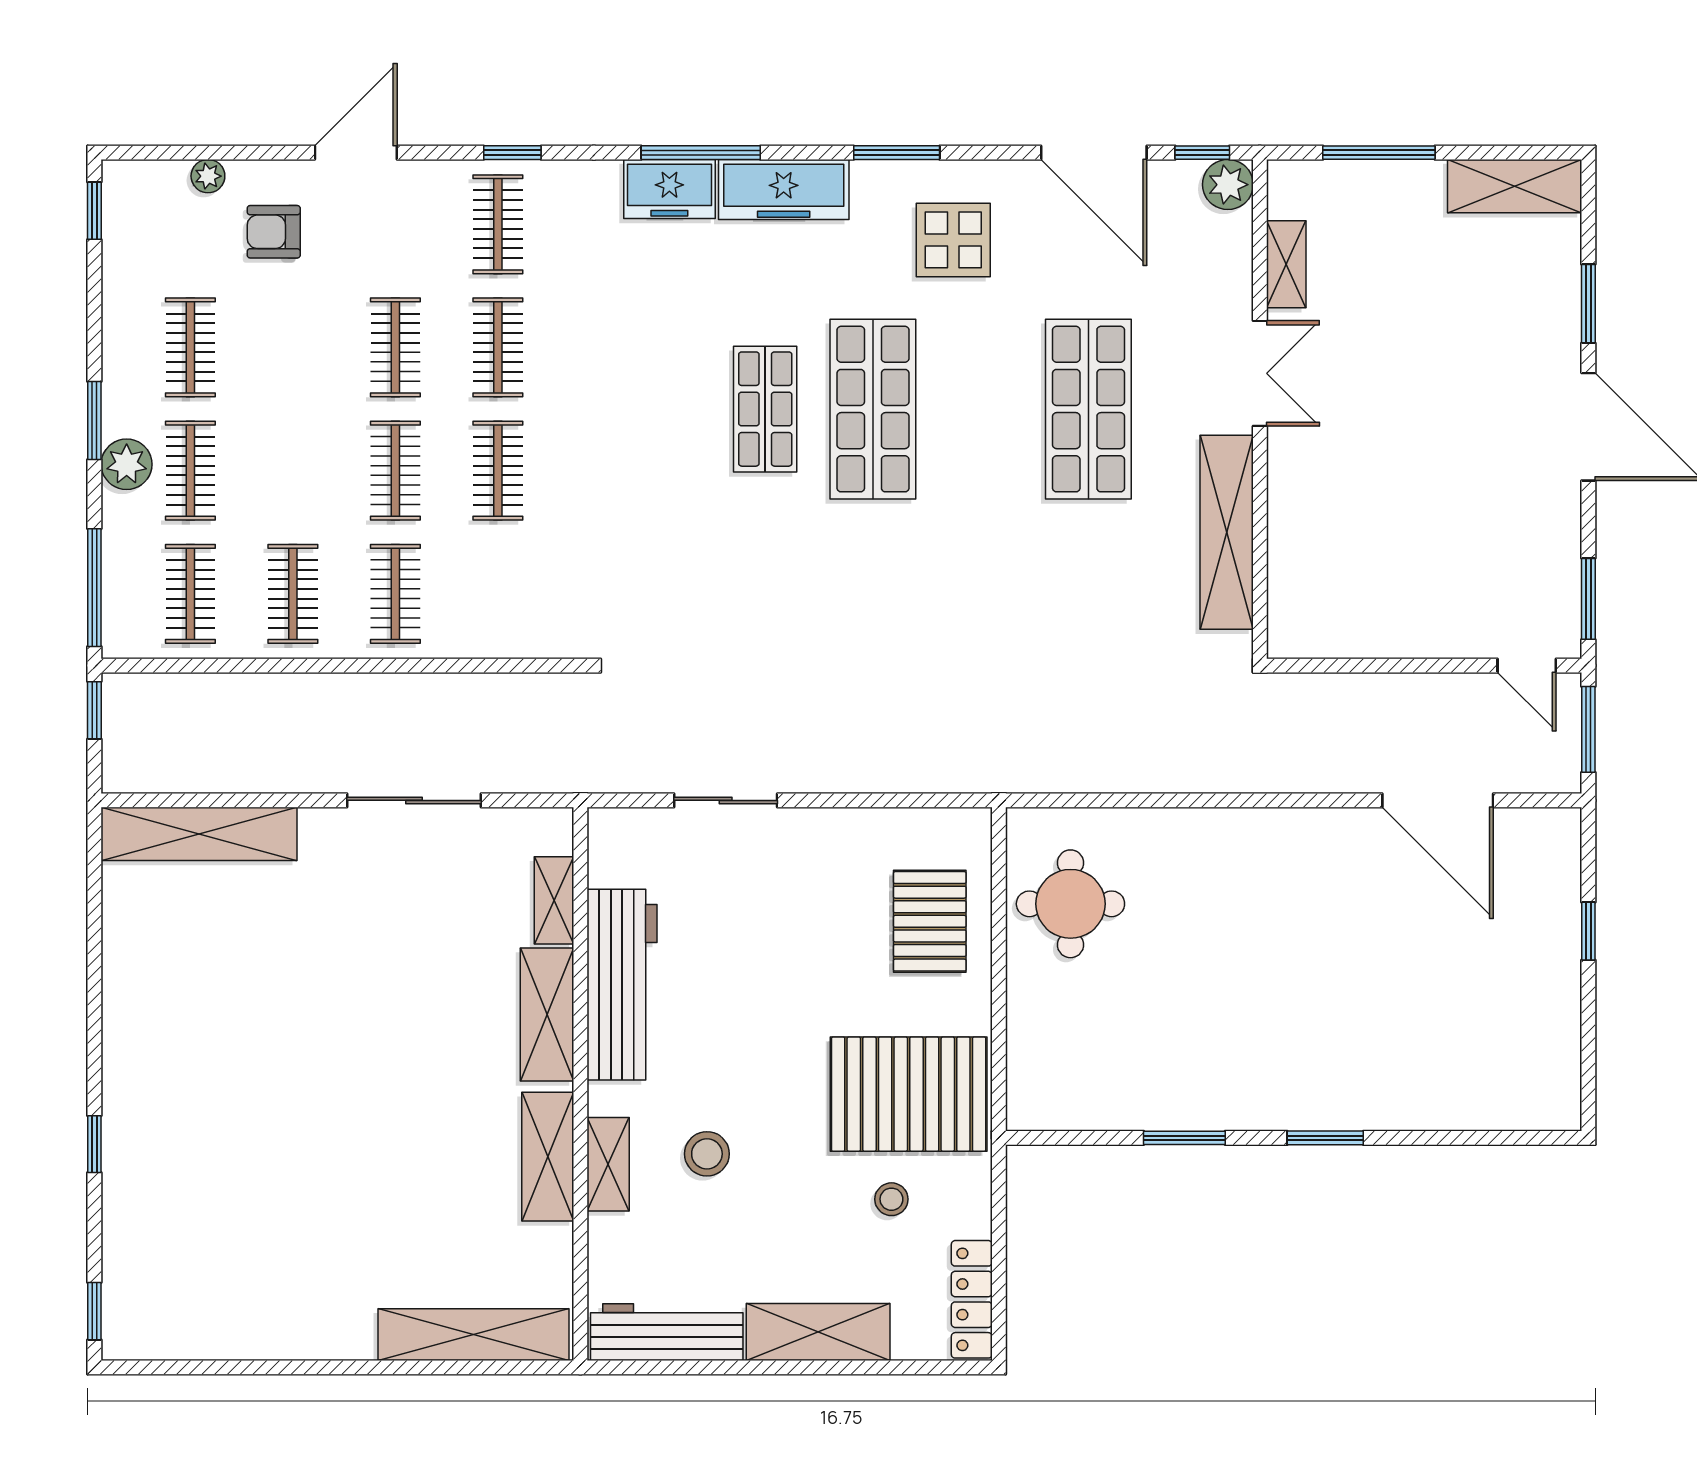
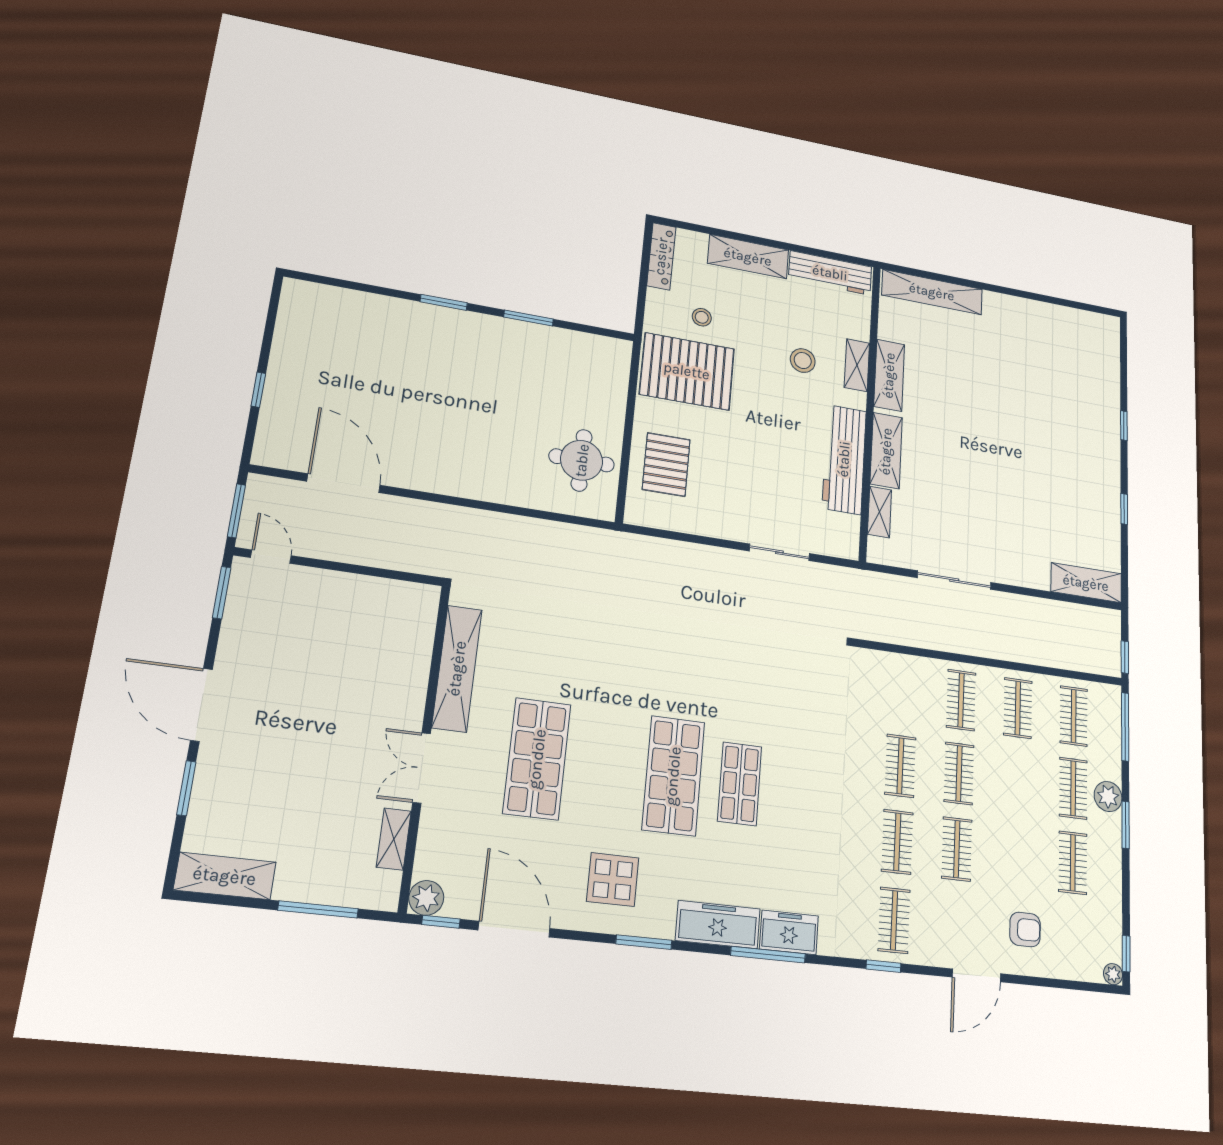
plant: (208, 176) -> (1113, 974), moved
shelving: (199, 834) -> (1086, 583), width x0.68
window: (94, 1311) -> (1124, 509), moved

